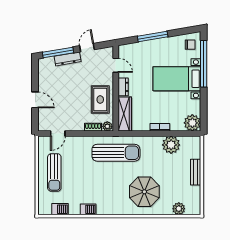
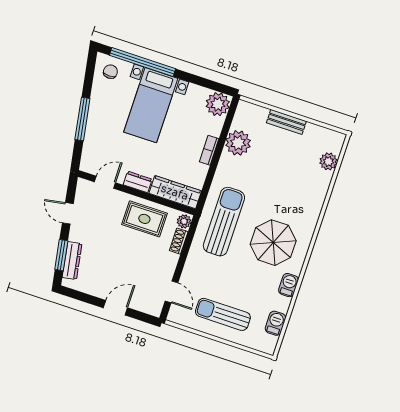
window: (58, 53) -> (61, 255), width x0.69
dresser: (68, 59) -> (72, 261), moved
sun lounger: (54, 173) -> (223, 314), turned 180
parasol: (144, 192) -> (273, 243), moved

